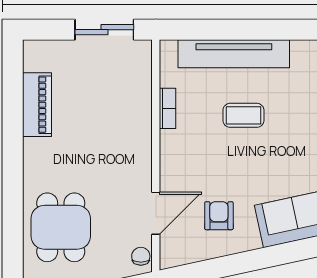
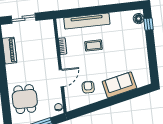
sliding door: (104, 30) -> (23, 18), moved
door: (156, 213) -> (61, 78), moved

